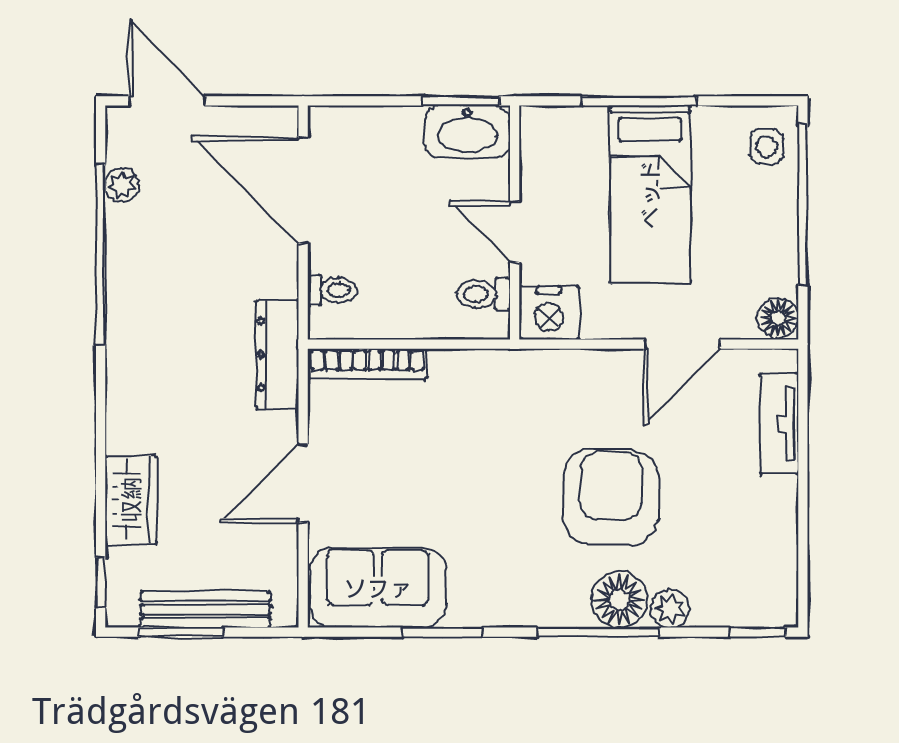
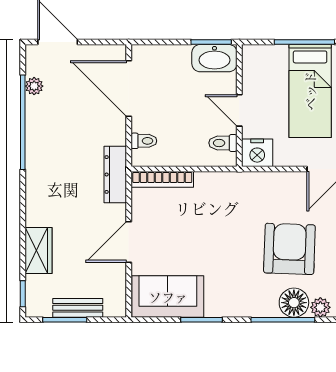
bench: (205, 609) -> (78, 308), width x0.73

